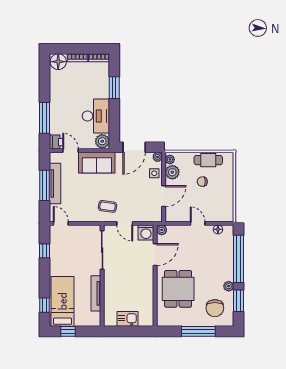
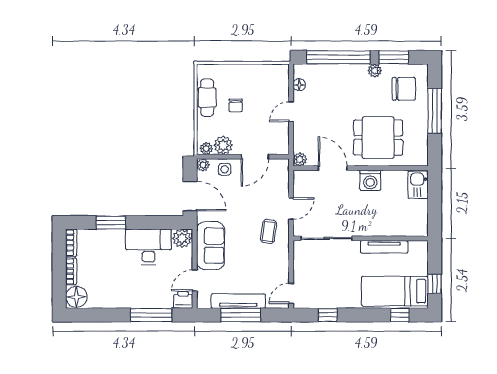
door: (164, 196) -> (255, 157), swing flipped
washing machine: (146, 233) -> (370, 180), moved, turned 90
kitchen sink: (127, 319) -> (418, 185), moved

